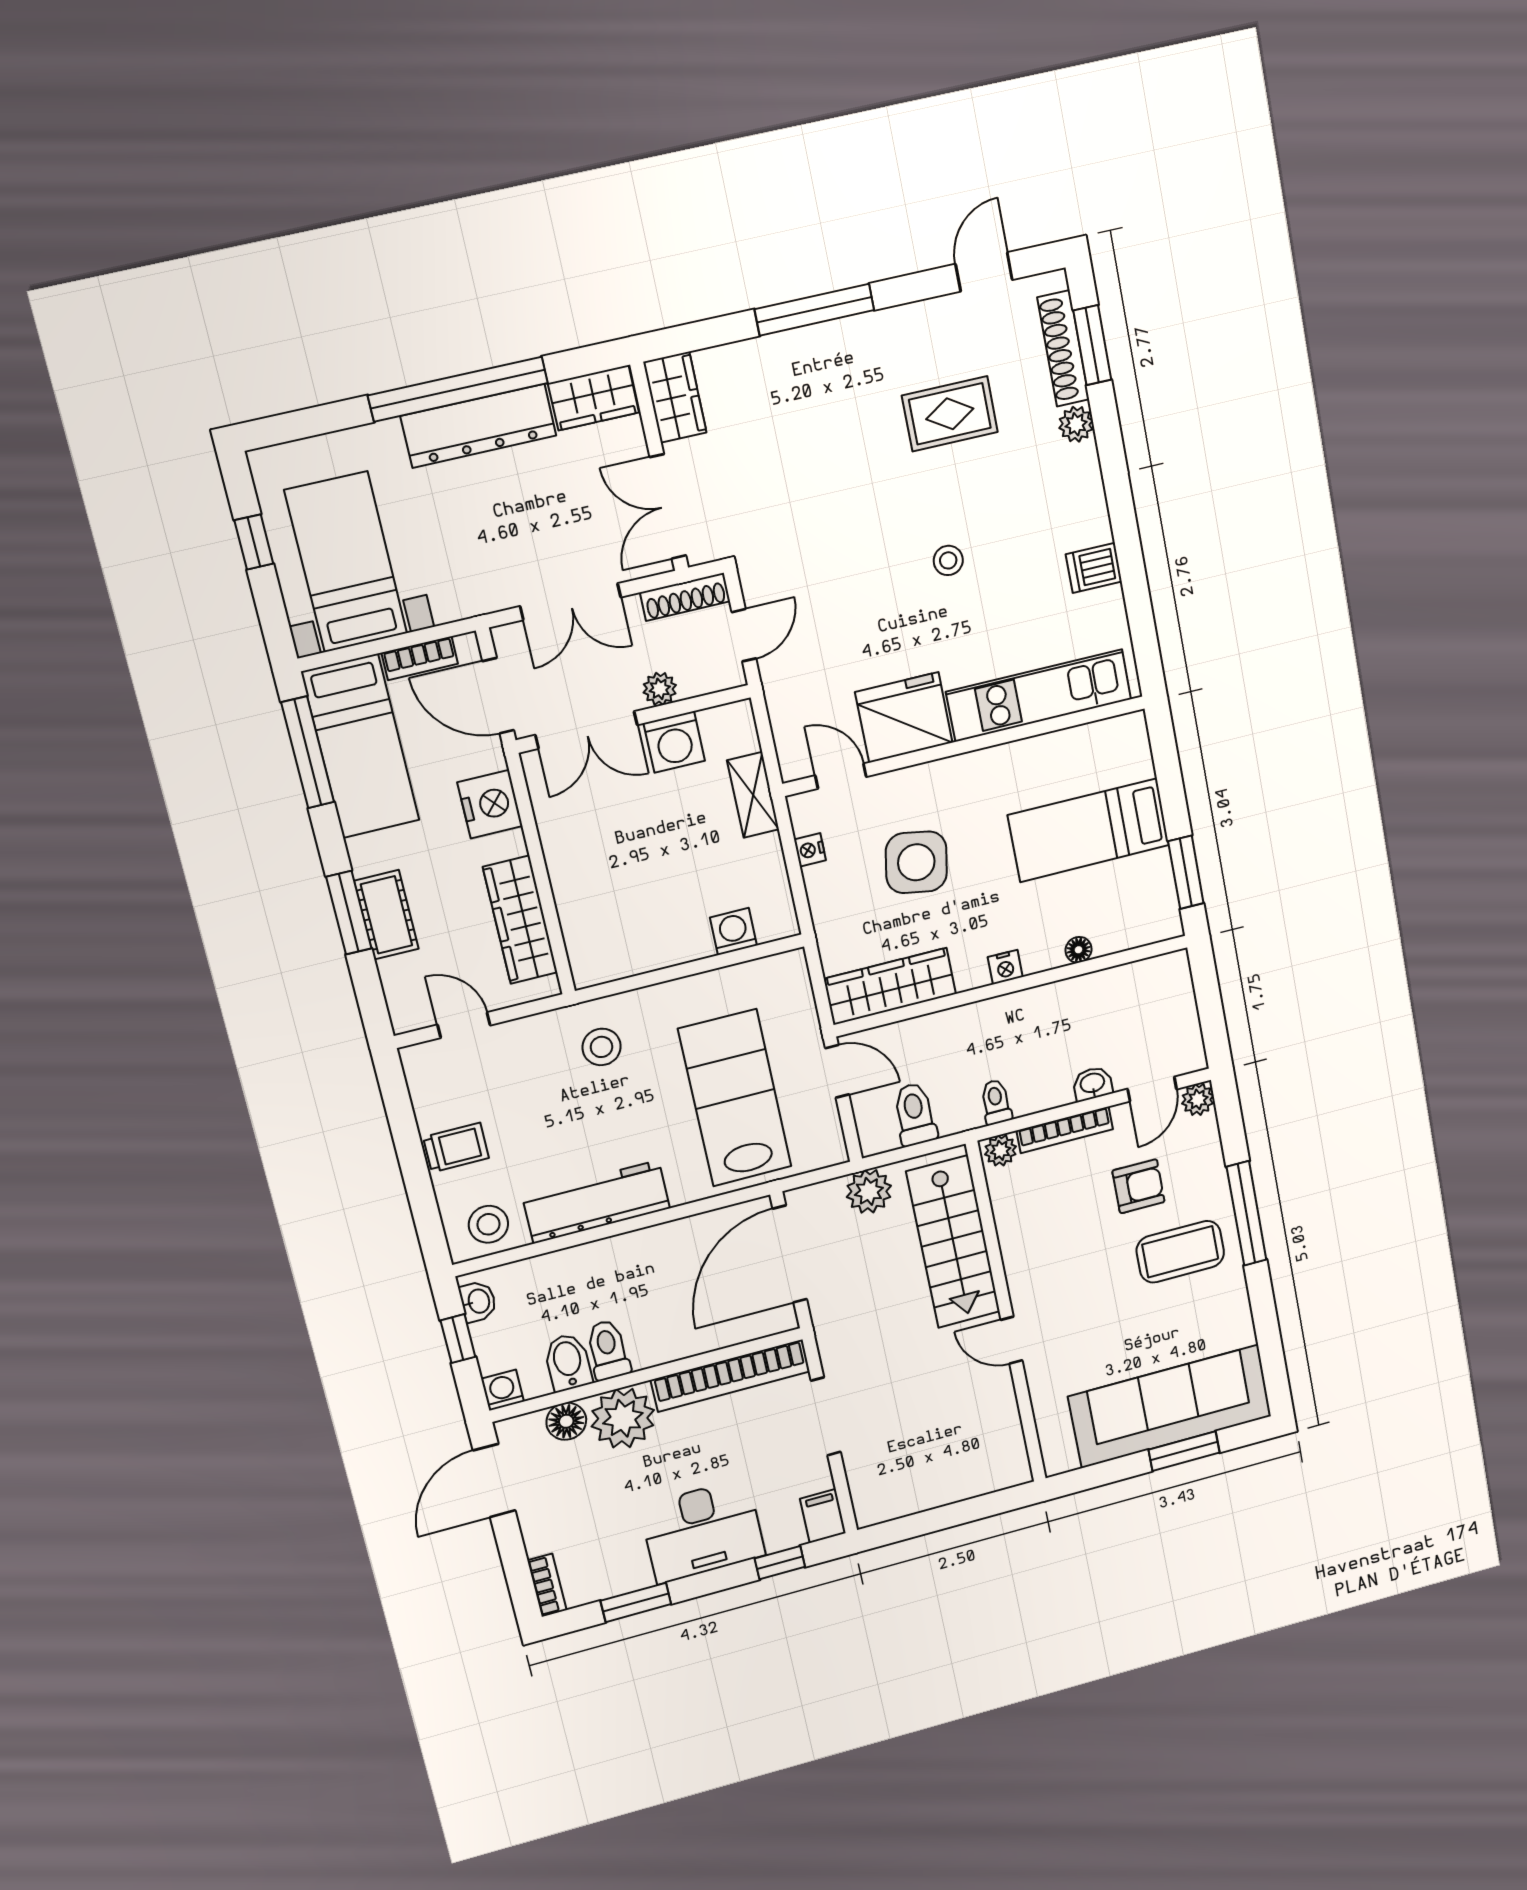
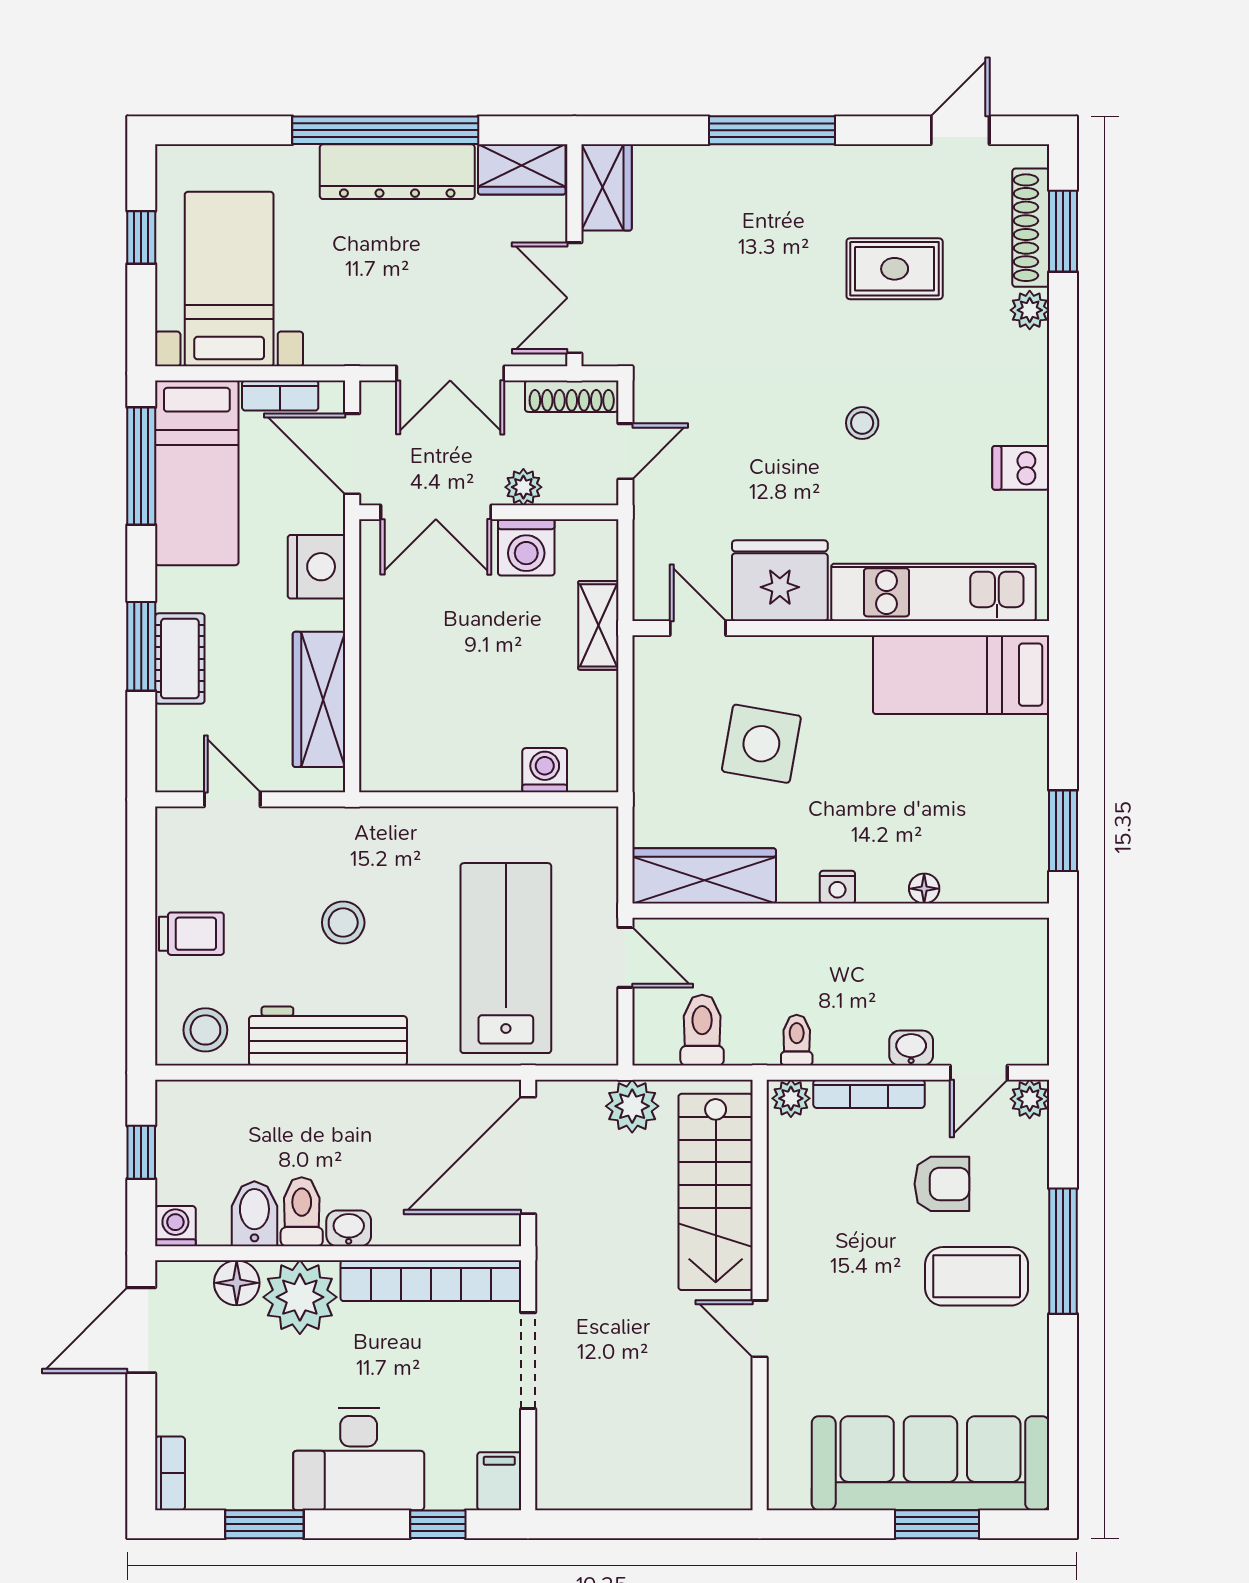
bed: (1089, 830) -> (961, 675), moved
nightstand: (810, 850) -> (647, 701), removed
stool: (602, 1047) -> (343, 923), moved
washbasin: (478, 1301) -> (349, 1228), moved, turned -90

